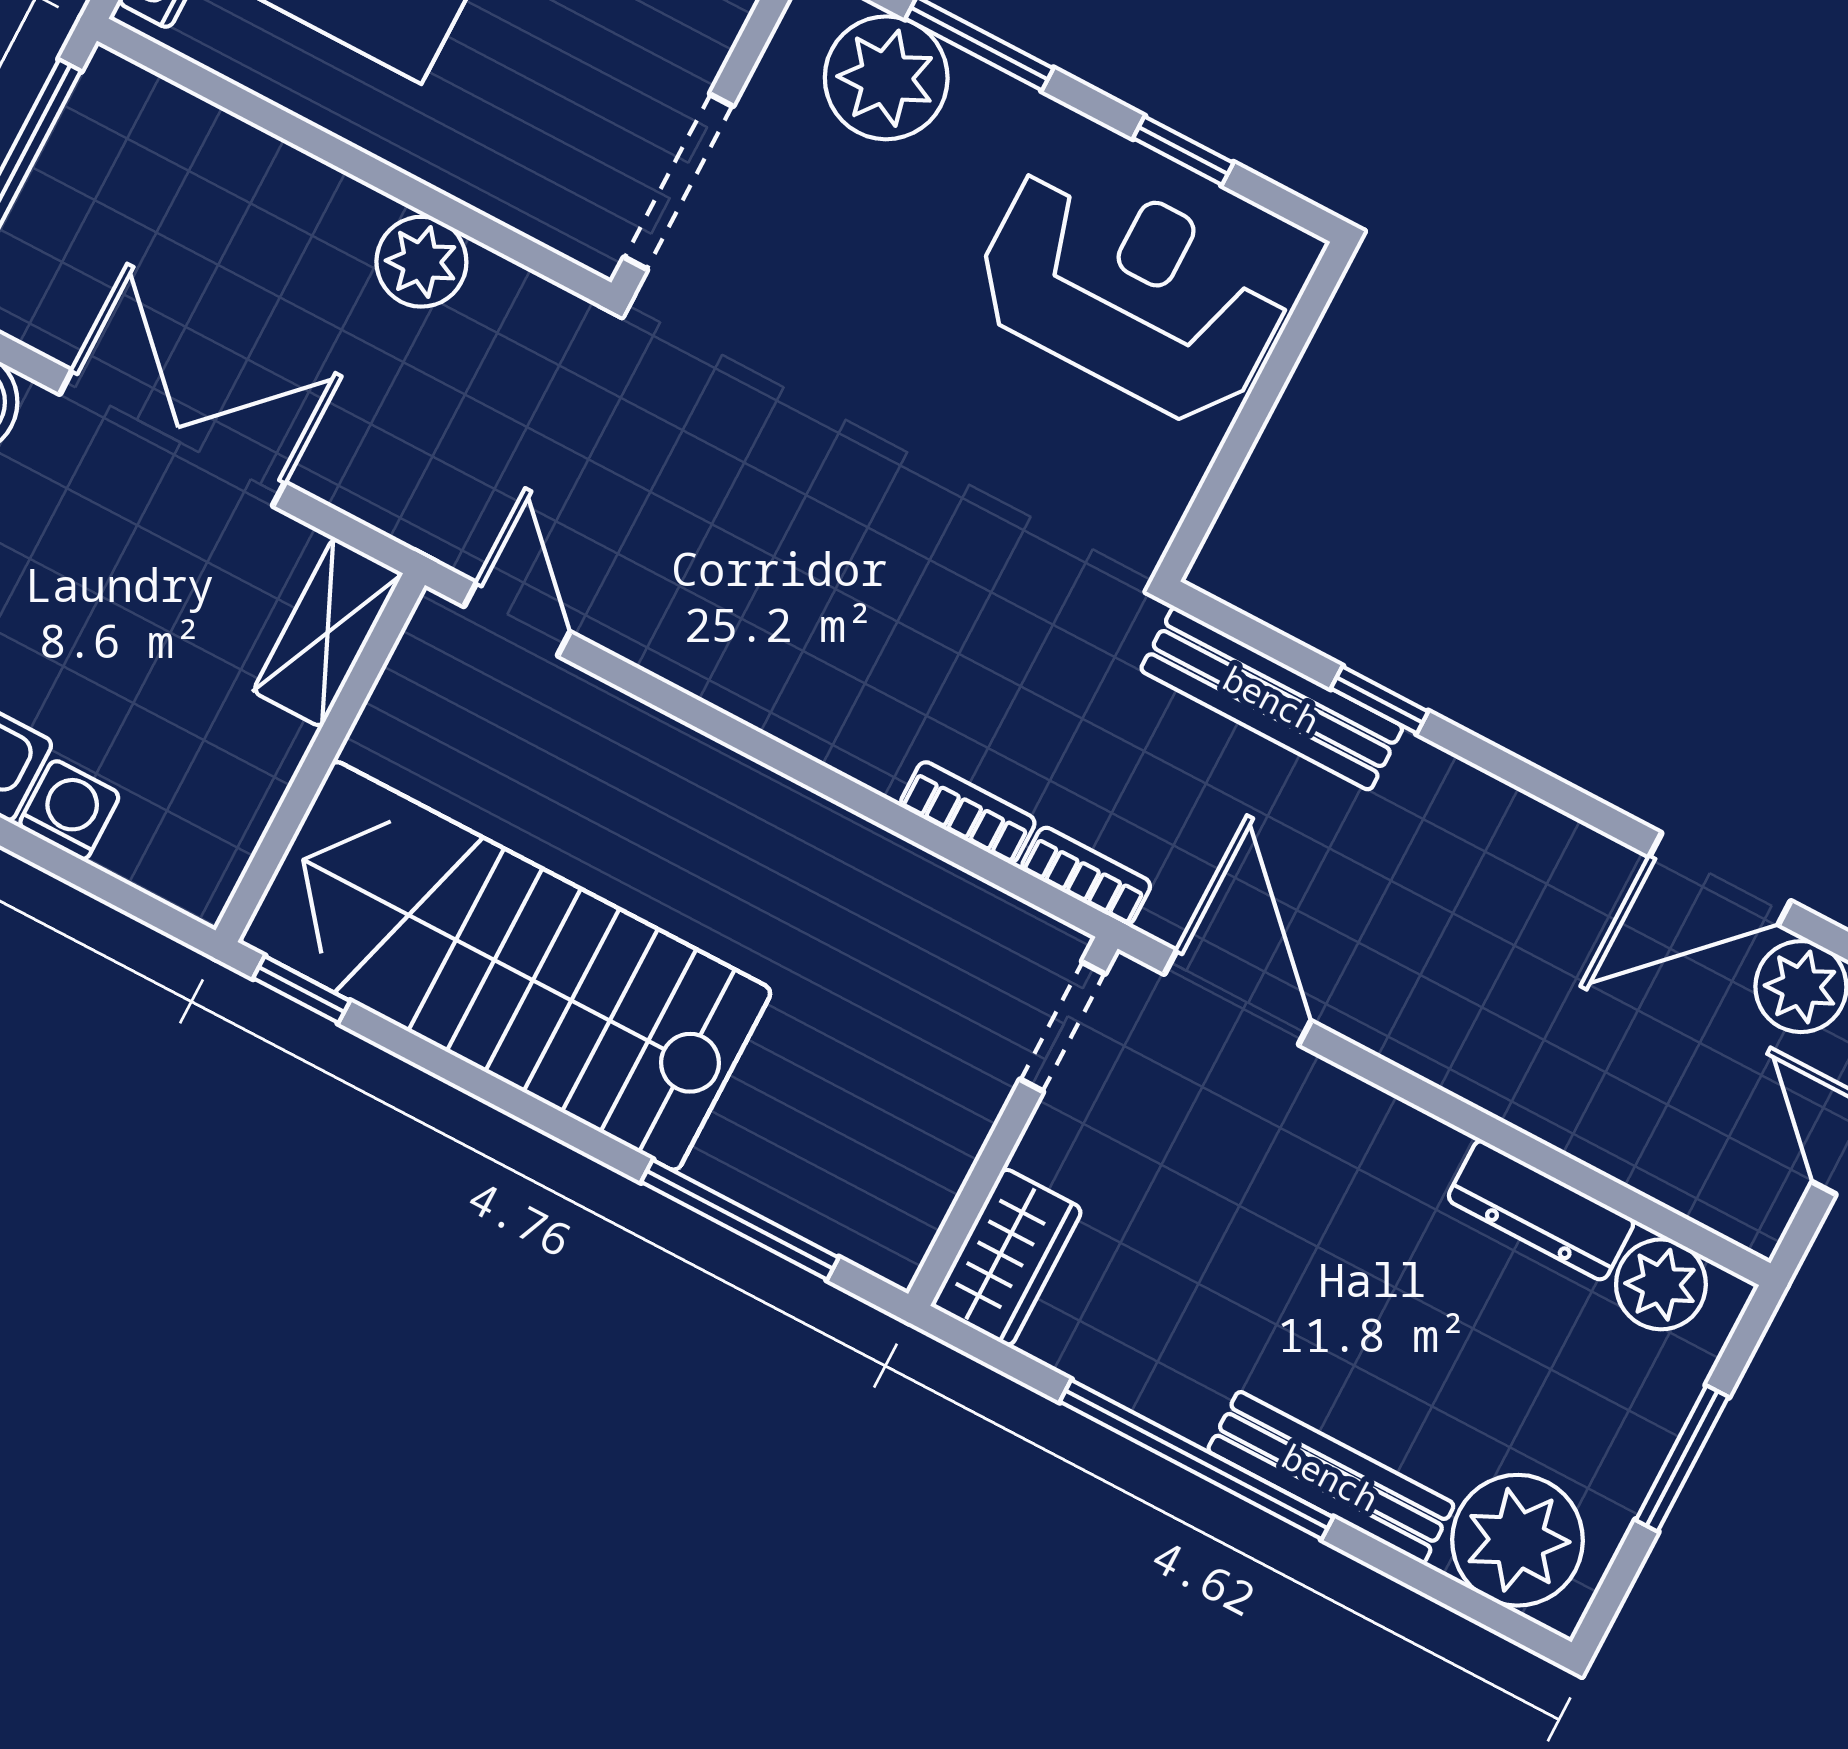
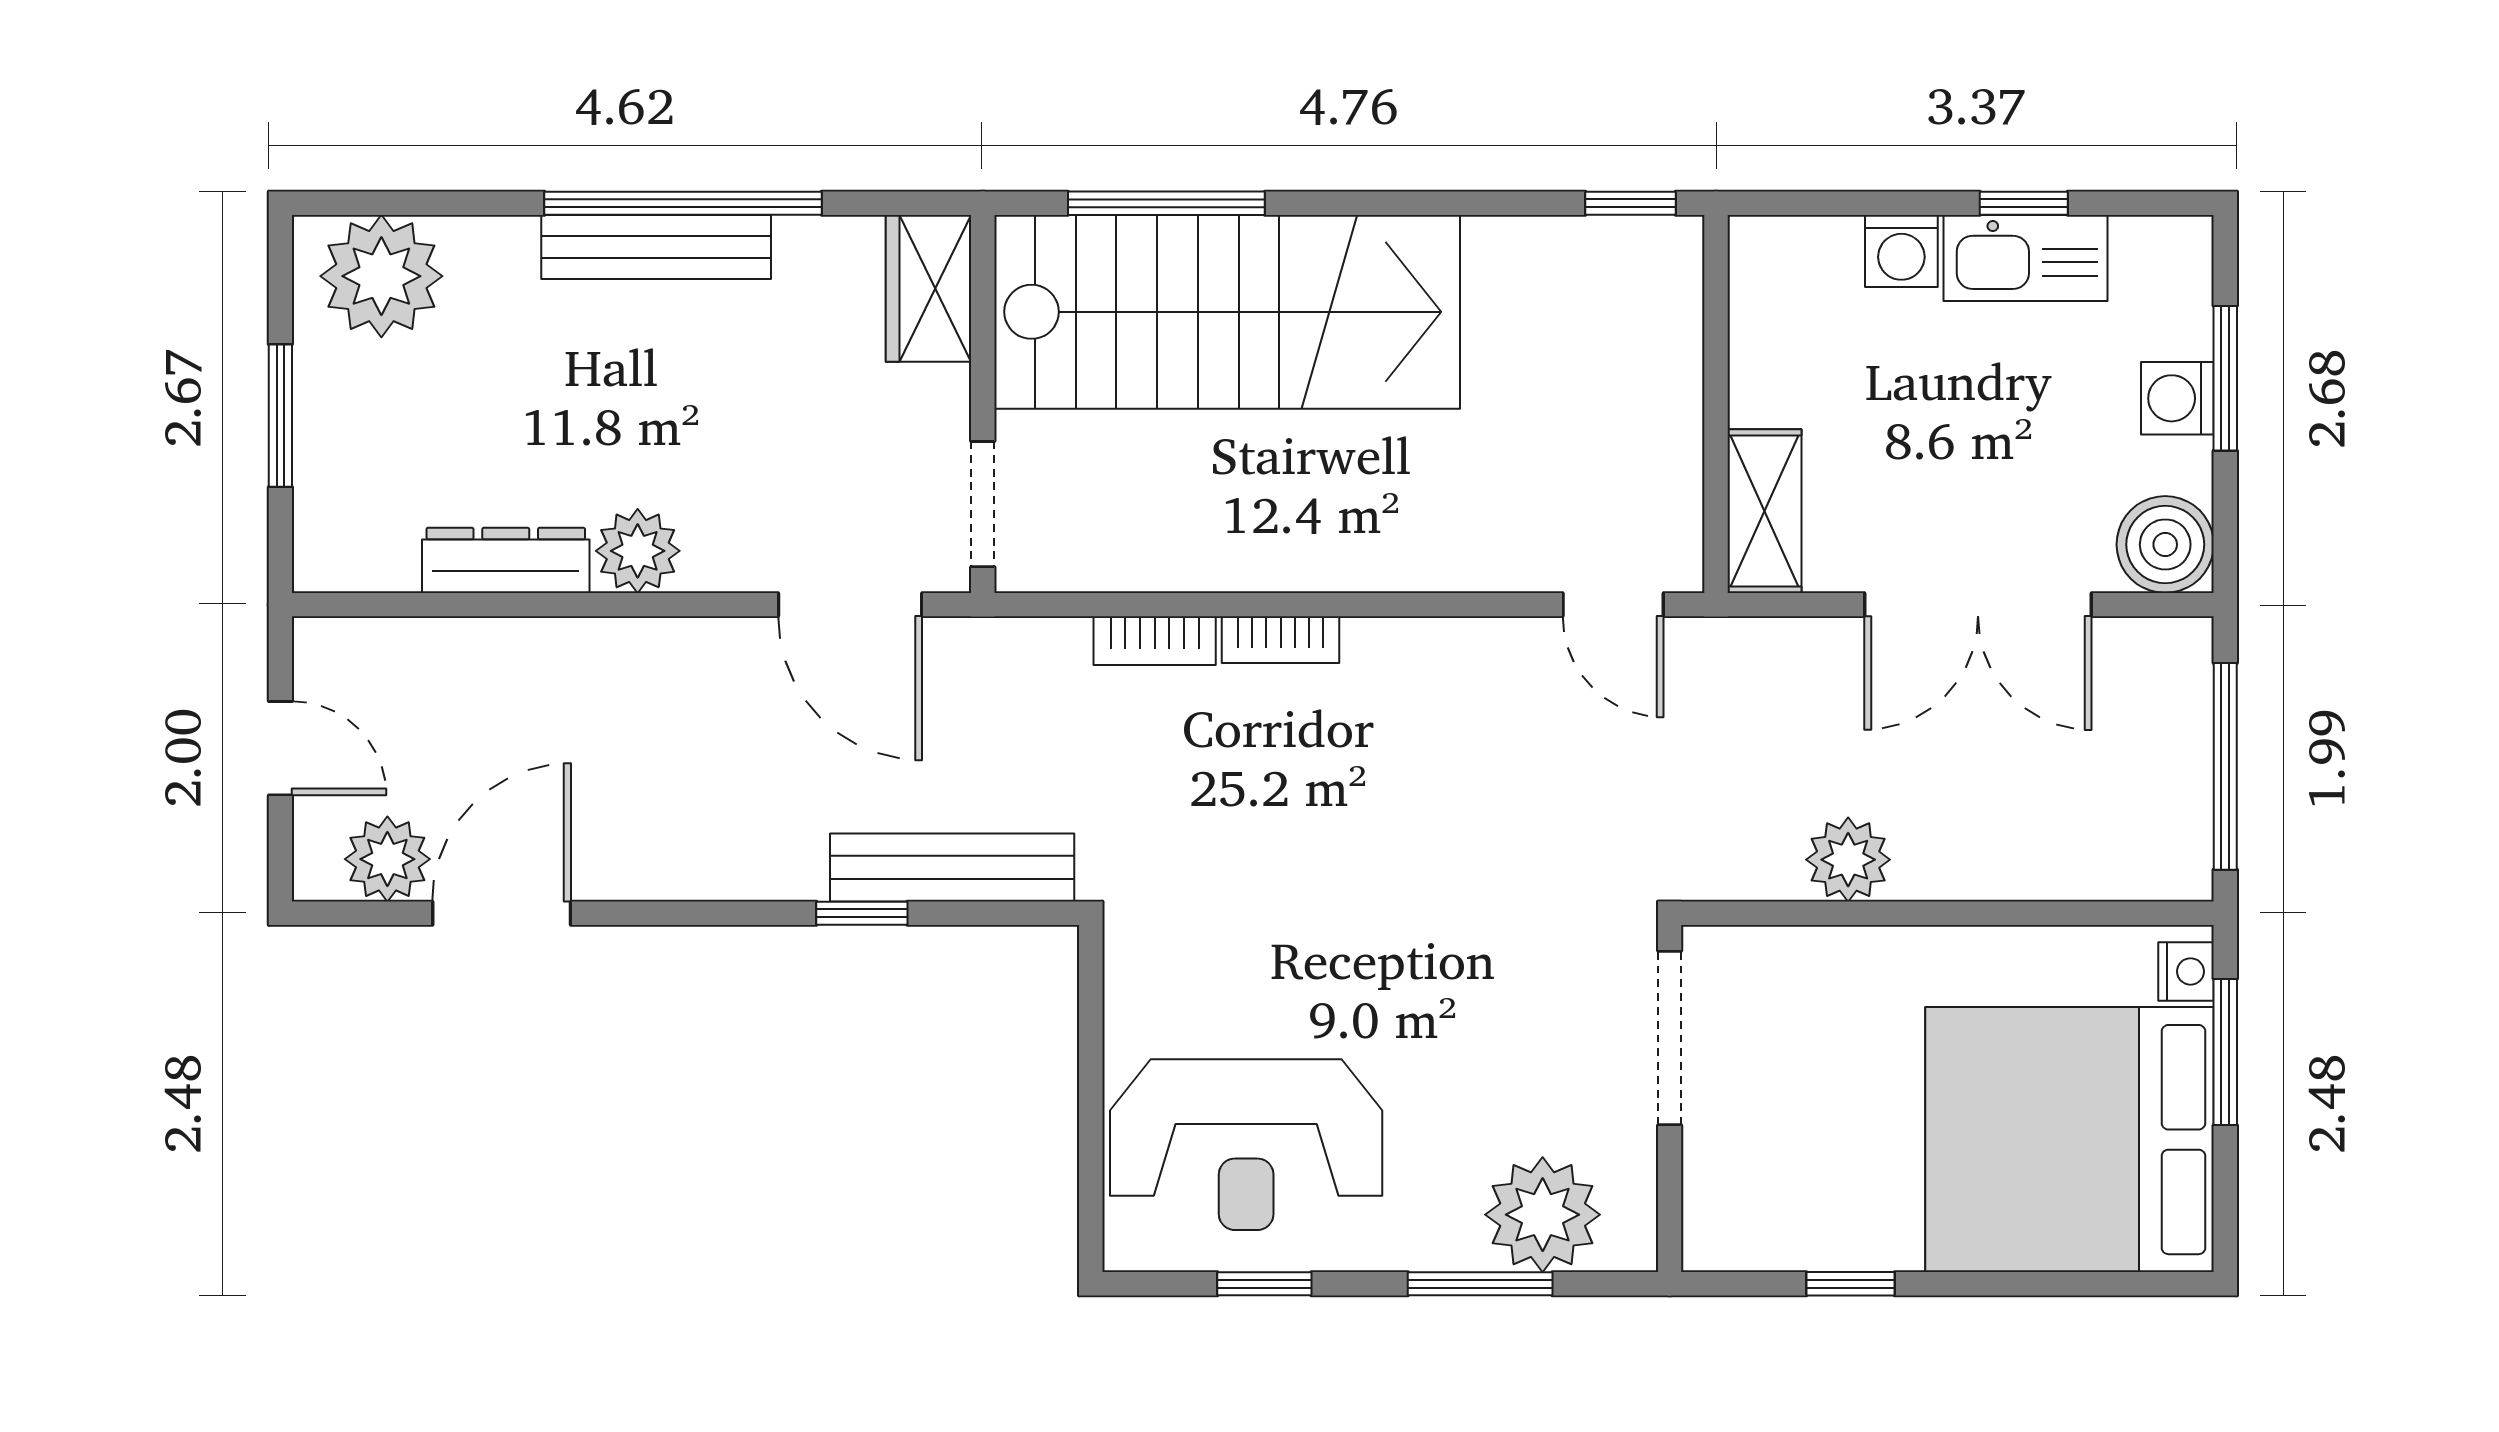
bookcase: (1086, 876) -> (1281, 640), moved
stairs: (505, 966) -> (1227, 312), moved
plant: (1661, 1284) -> (638, 551), moved
bench: (1331, 1477) -> (656, 247), moved

